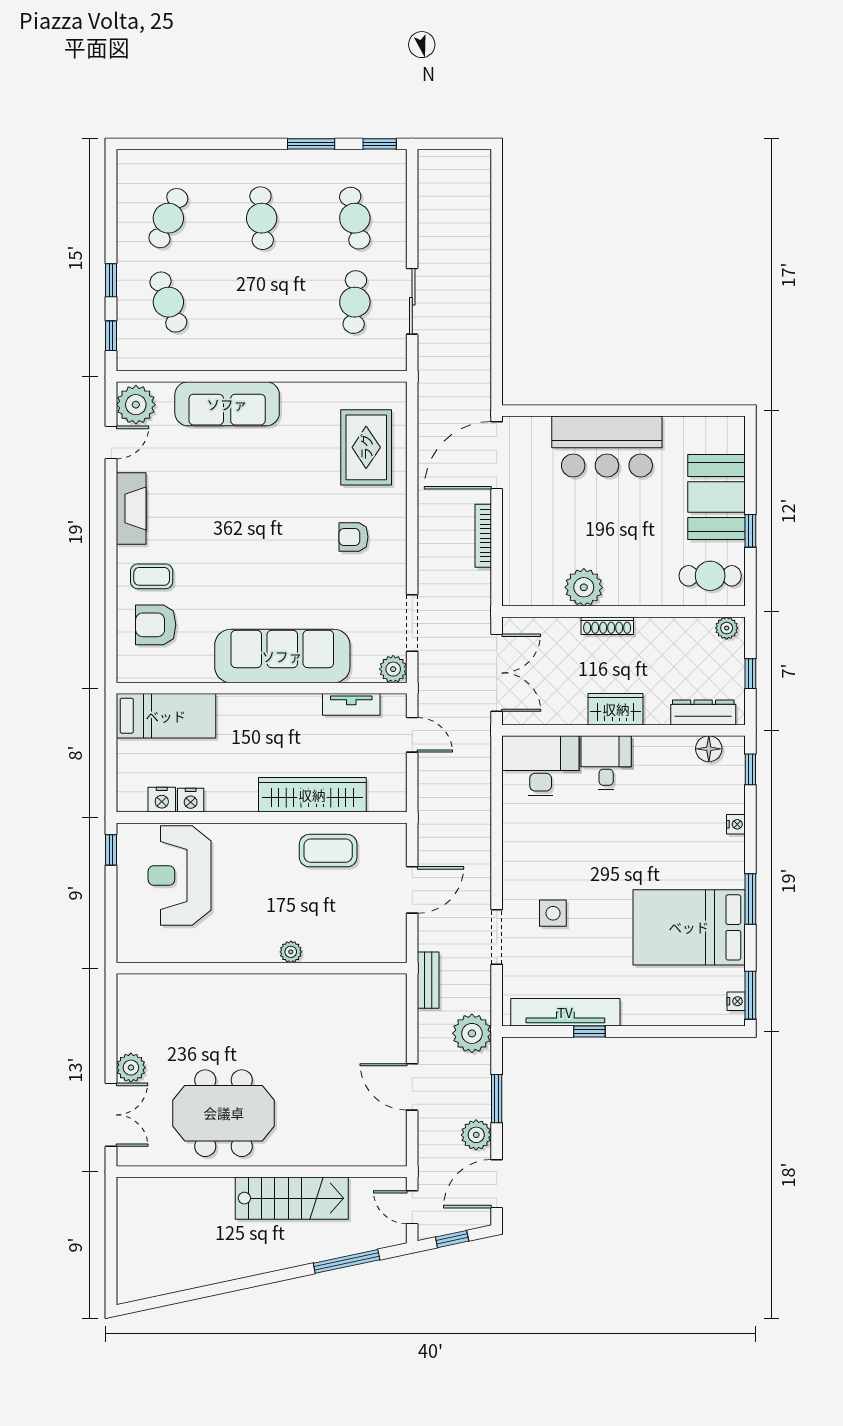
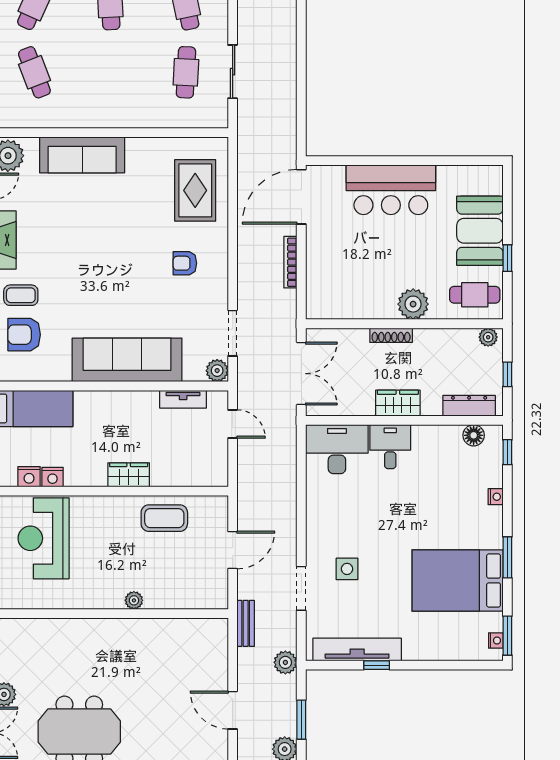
plant: (584, 587) -> (413, 304), moved
wardrobe: (312, 795) -> (129, 475), width x0.48, depth x0.85
plant: (472, 1033) -> (285, 662), width x0.73, depth x0.73

